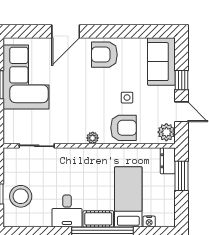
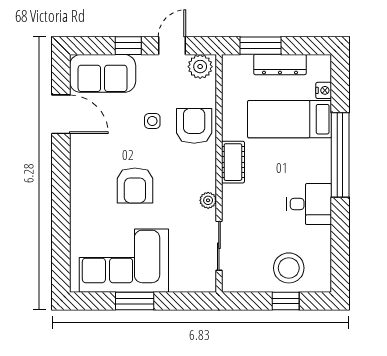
door: (66, 31) -> (61, 114), moved
armchair: (104, 55) -> (135, 186), moved
plant: (93, 138) -> (208, 200), moved
dresser: (168, 161) -> (280, 65), moved, width x1.44
cot: (98, 219) -> (233, 162), moved

